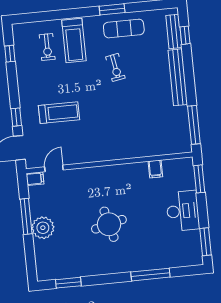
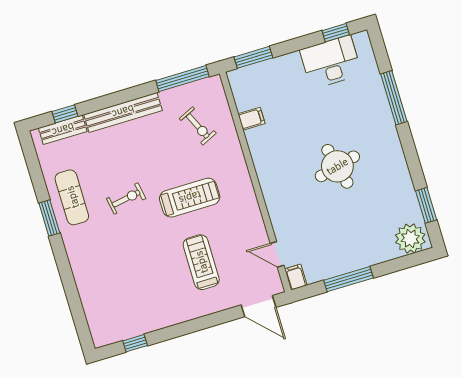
treadmill: (74, 40) -> (190, 198), moved
exercise bike: (47, 47) -> (198, 126), moved, turned 65
window: (16, 117) -> (218, 318), removed
desk: (183, 211) -> (331, 62), moved
plant: (43, 228) -> (410, 238), moved
window: (206, 242) -> (336, 33), width x0.67

